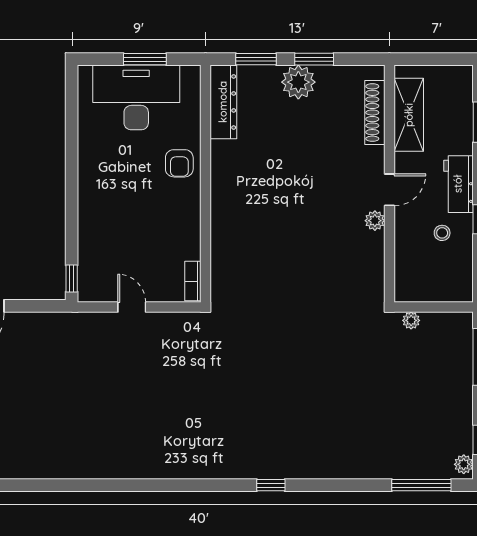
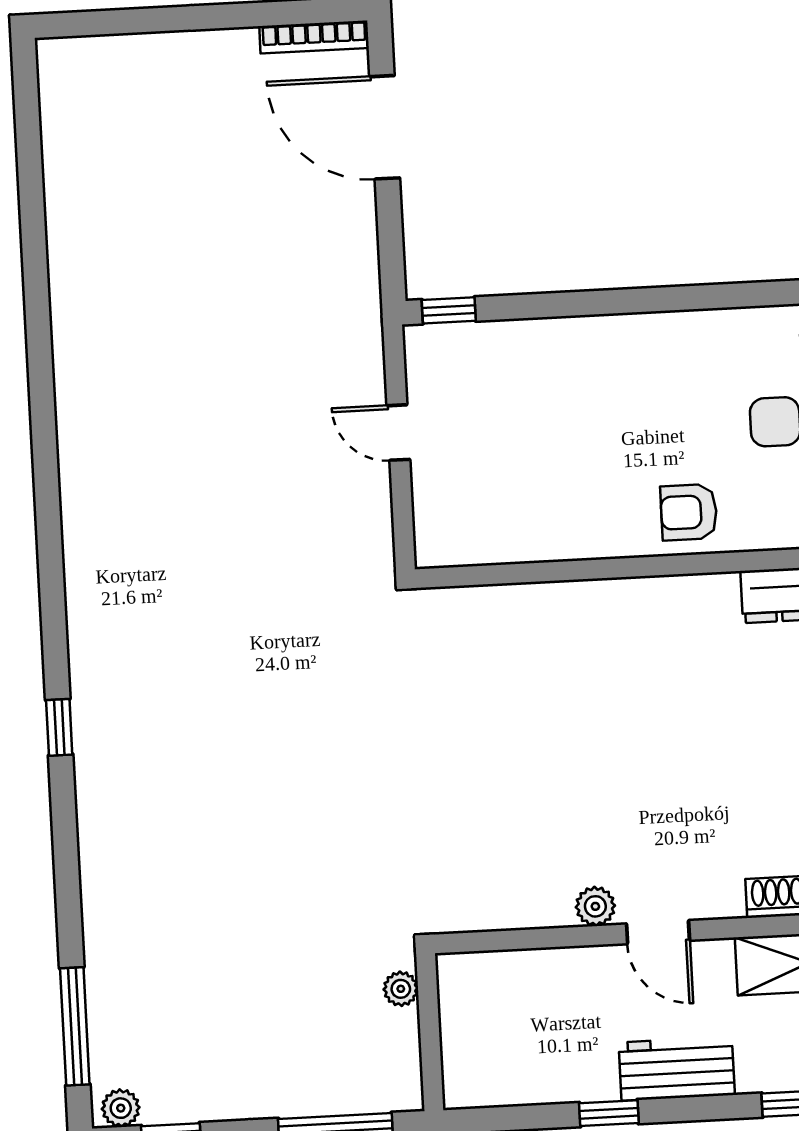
stool: (442, 233) -> (578, 1041), removed
bookcase: (193, 281) -> (456, 551), removed
door: (132, 307) -> (398, 433), swing flipped

